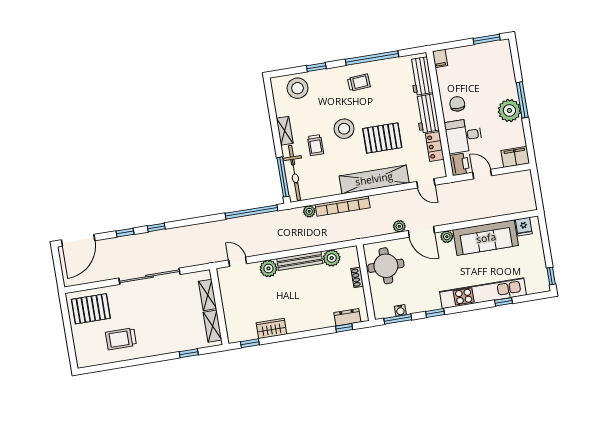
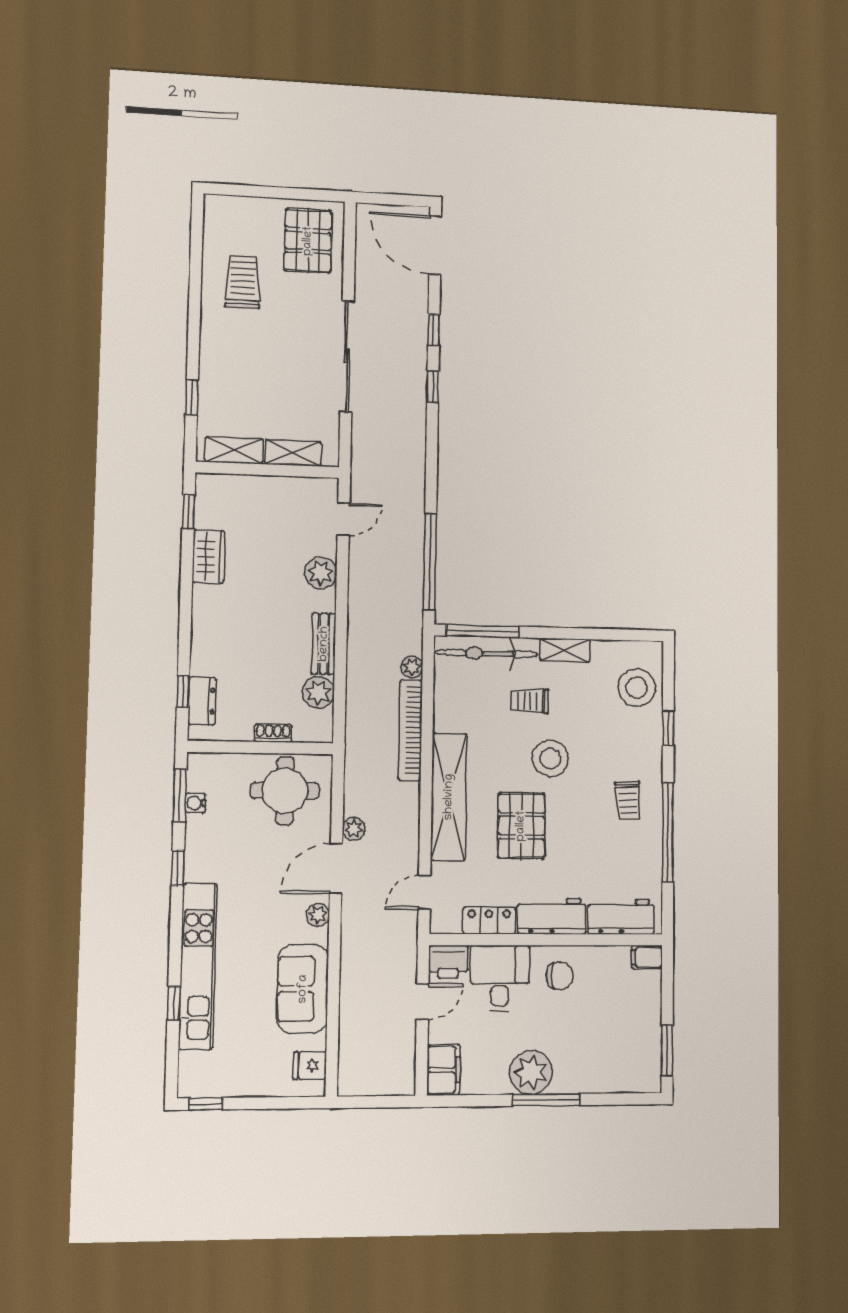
sofa: (486, 238) -> (303, 989), width x0.73
bench: (300, 261) -> (324, 644), width x0.73

